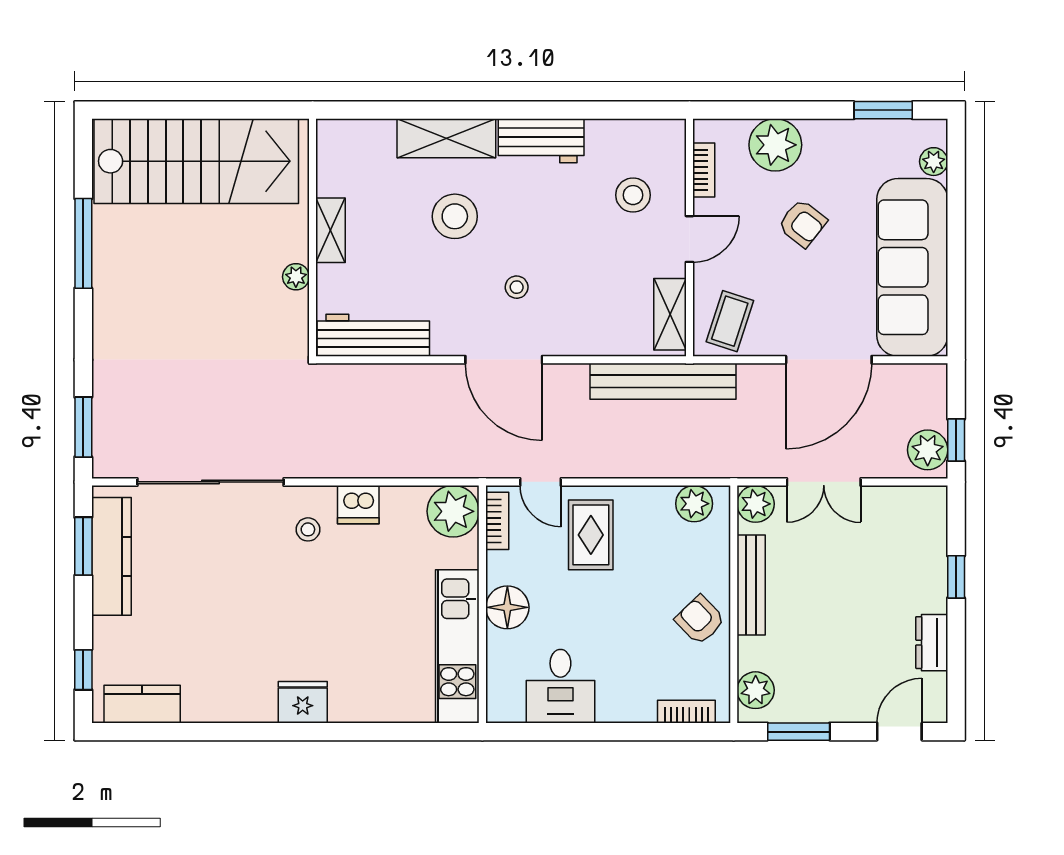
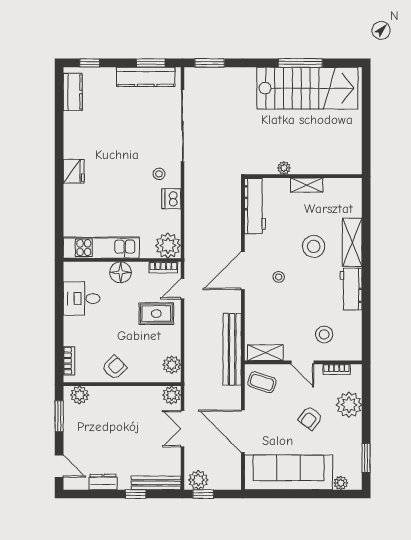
stairs: (196, 161) -> (307, 88), moved, turned -90
bench: (751, 585) -> (156, 483), moved

